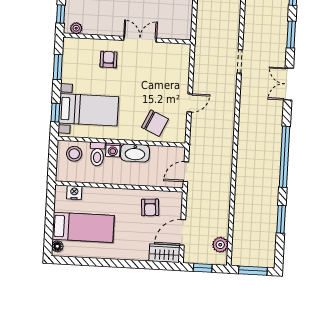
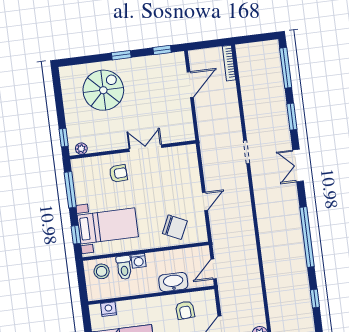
armchair: (109, 59) -> (118, 173), turned 87
window: (58, 67) -> (70, 190), width x1.44
washbasin: (135, 153) -> (173, 282), moved, turned 180
window: (281, 219) -> (315, 299), width x0.67

